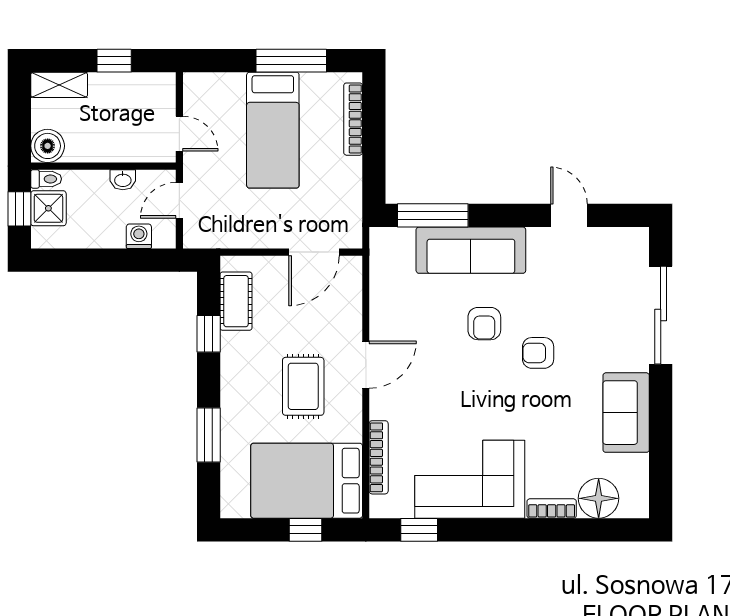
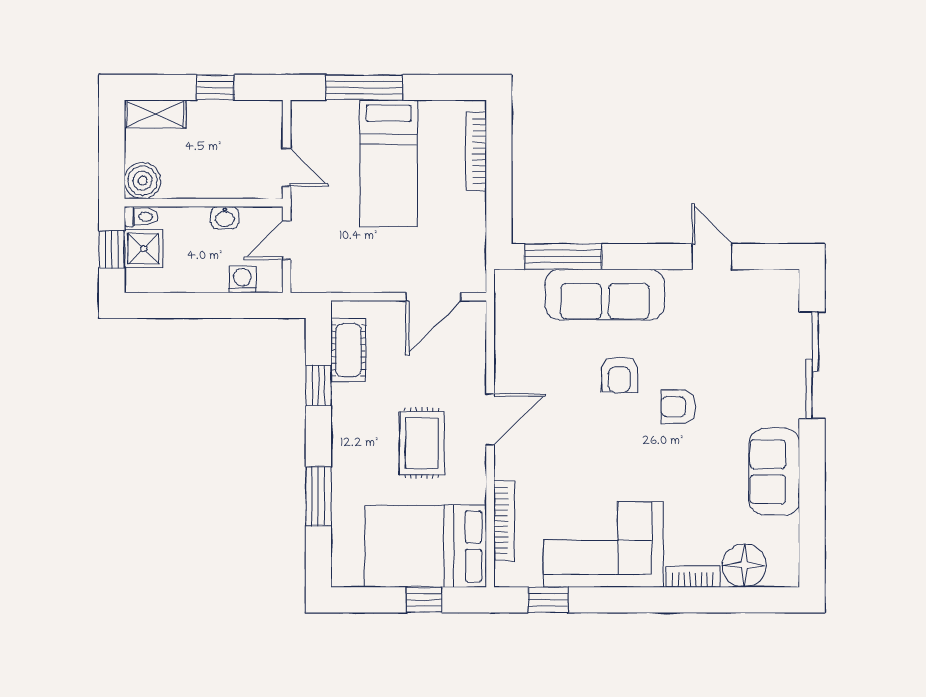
window: (291, 61) -> (364, 87), moved

